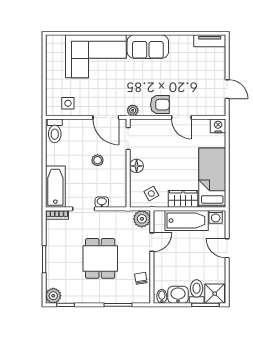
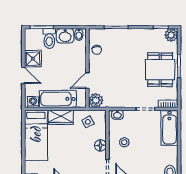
stool: (98, 160) -> (124, 142), moved
washbasin: (102, 202) -> (117, 115), moved
dining table: (100, 258) -> (160, 70), moved
shower: (215, 294) -> (33, 59), moved

